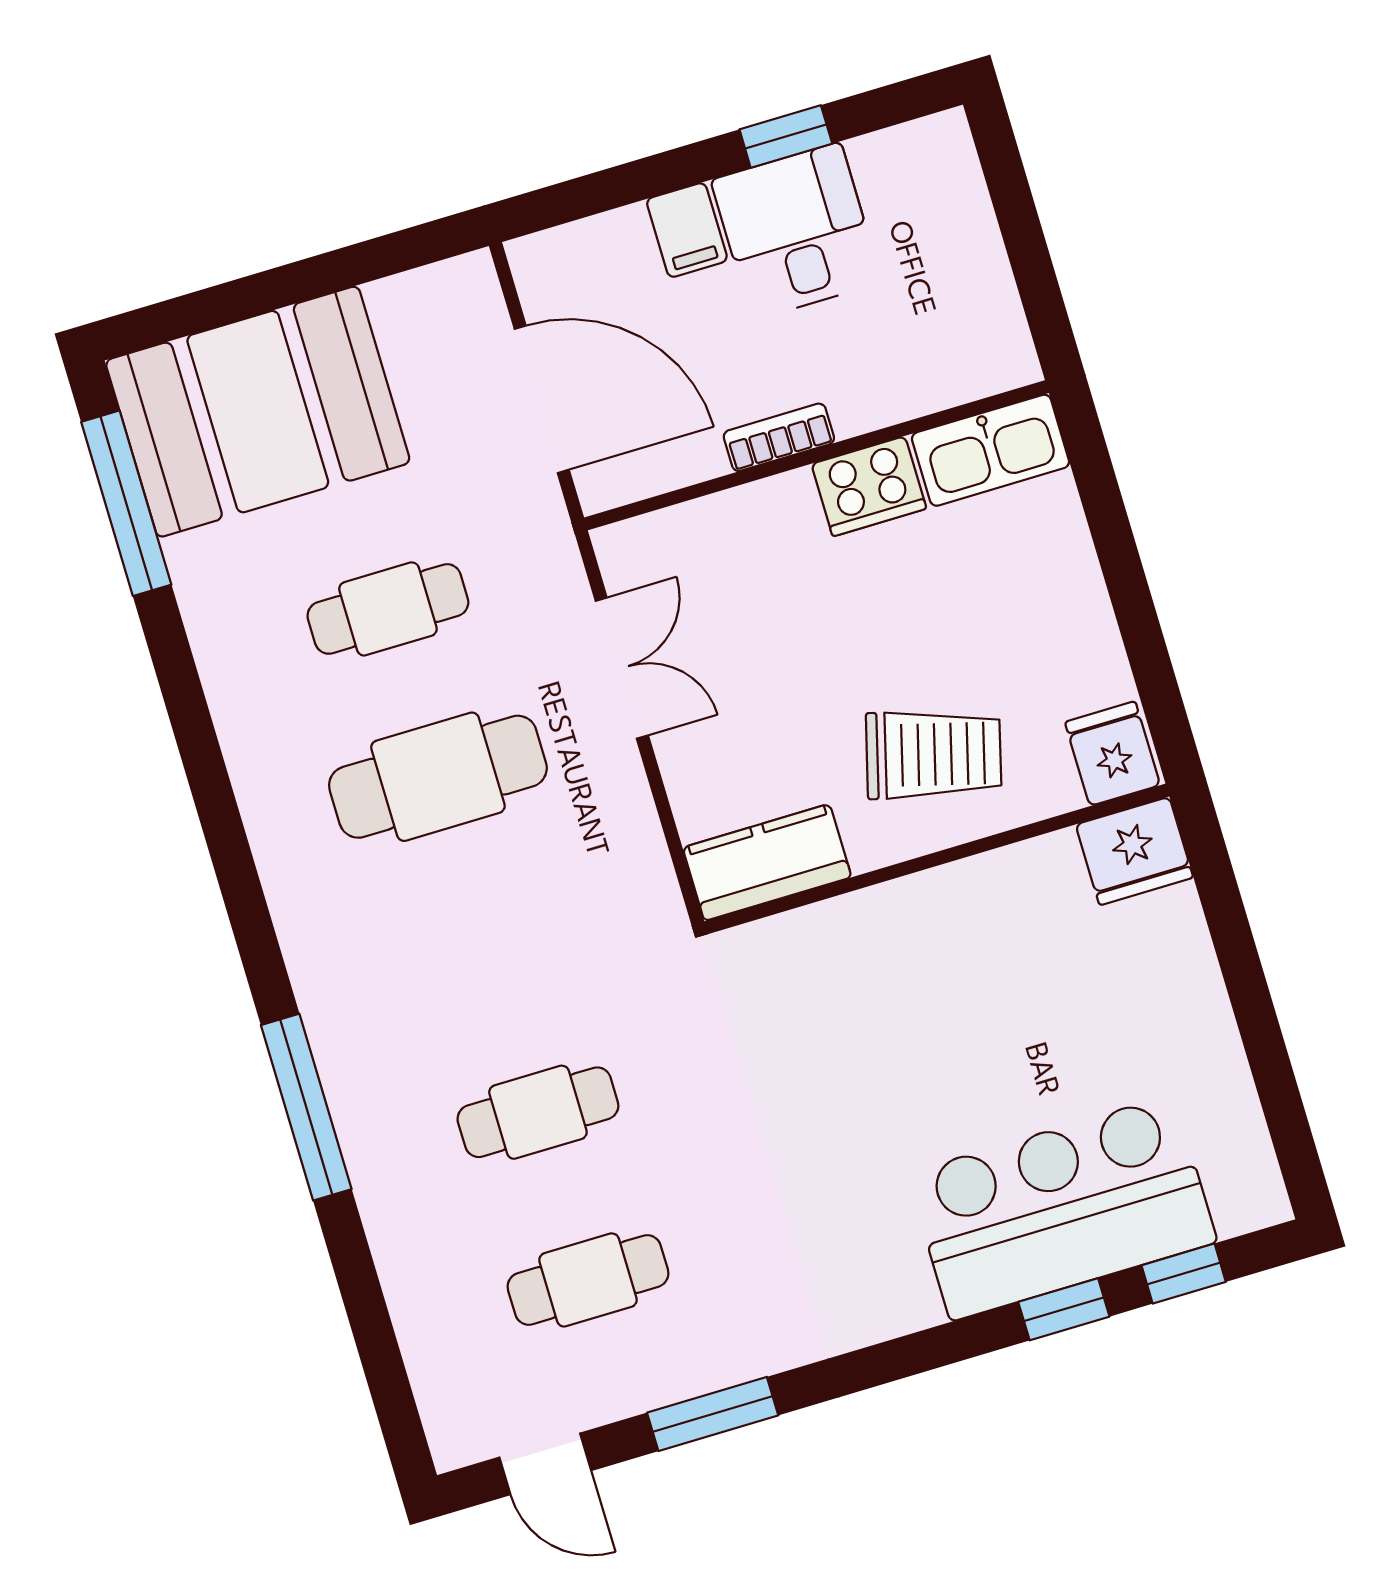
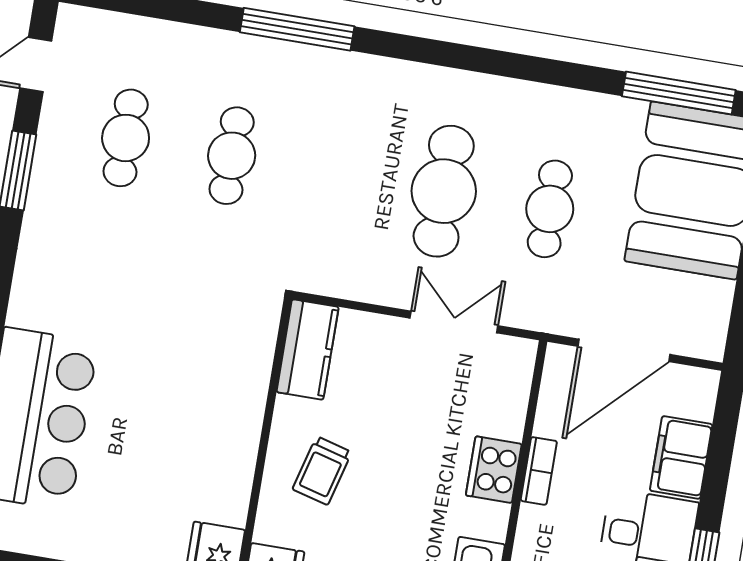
filing cabinet: (687, 230) -> (681, 457), width x2.00
cooker: (869, 486) -> (494, 470), moved
double door: (622, 668) -> (454, 322), swing flipped
trolley: (934, 754) -> (322, 471), width x0.73, depth x0.72

